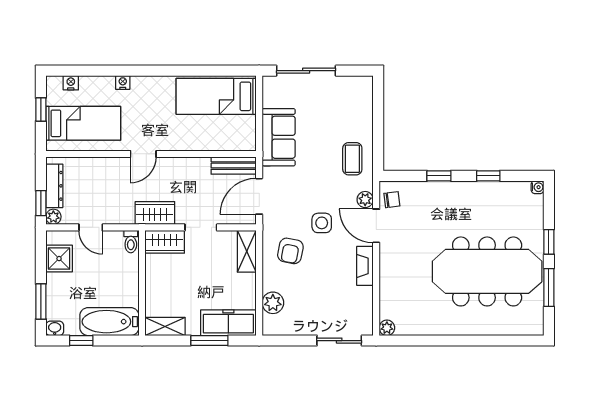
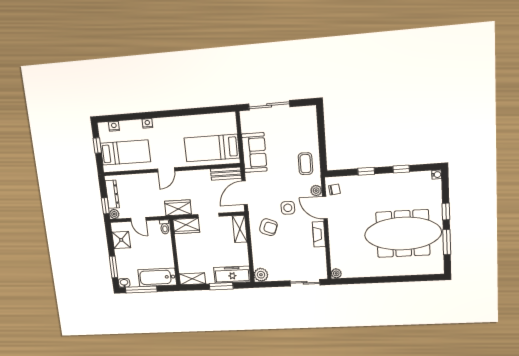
bed: (216, 96) -> (212, 148), moved
armchair: (290, 251) -> (268, 227), turned -80
plant: (273, 303) -> (261, 275), moved
window: (81, 341) -> (141, 290), width x2.17

